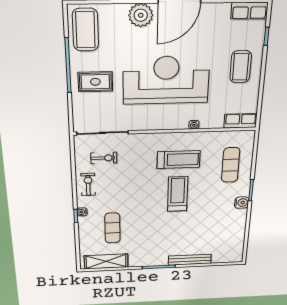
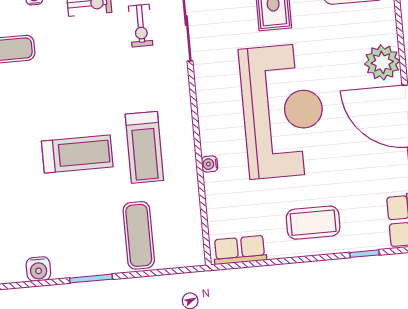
row of seats: (240, 121) -> (240, 250), moved, turned -90
exercise mat: (231, 165) -> (139, 235), turned 90
water cooler: (242, 203) -> (38, 269), moved

